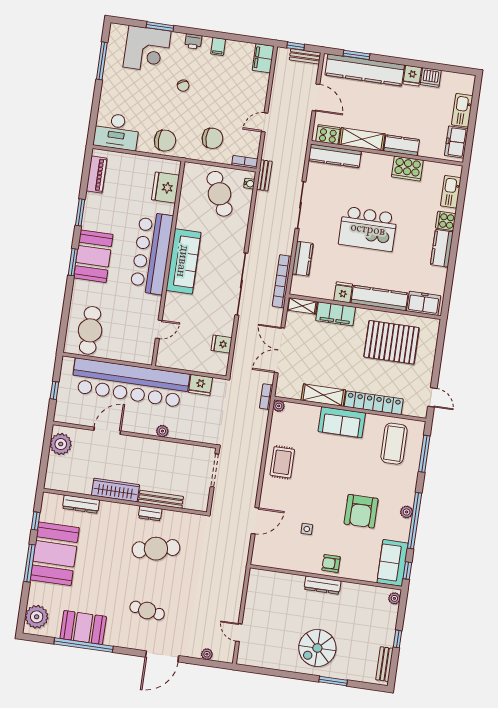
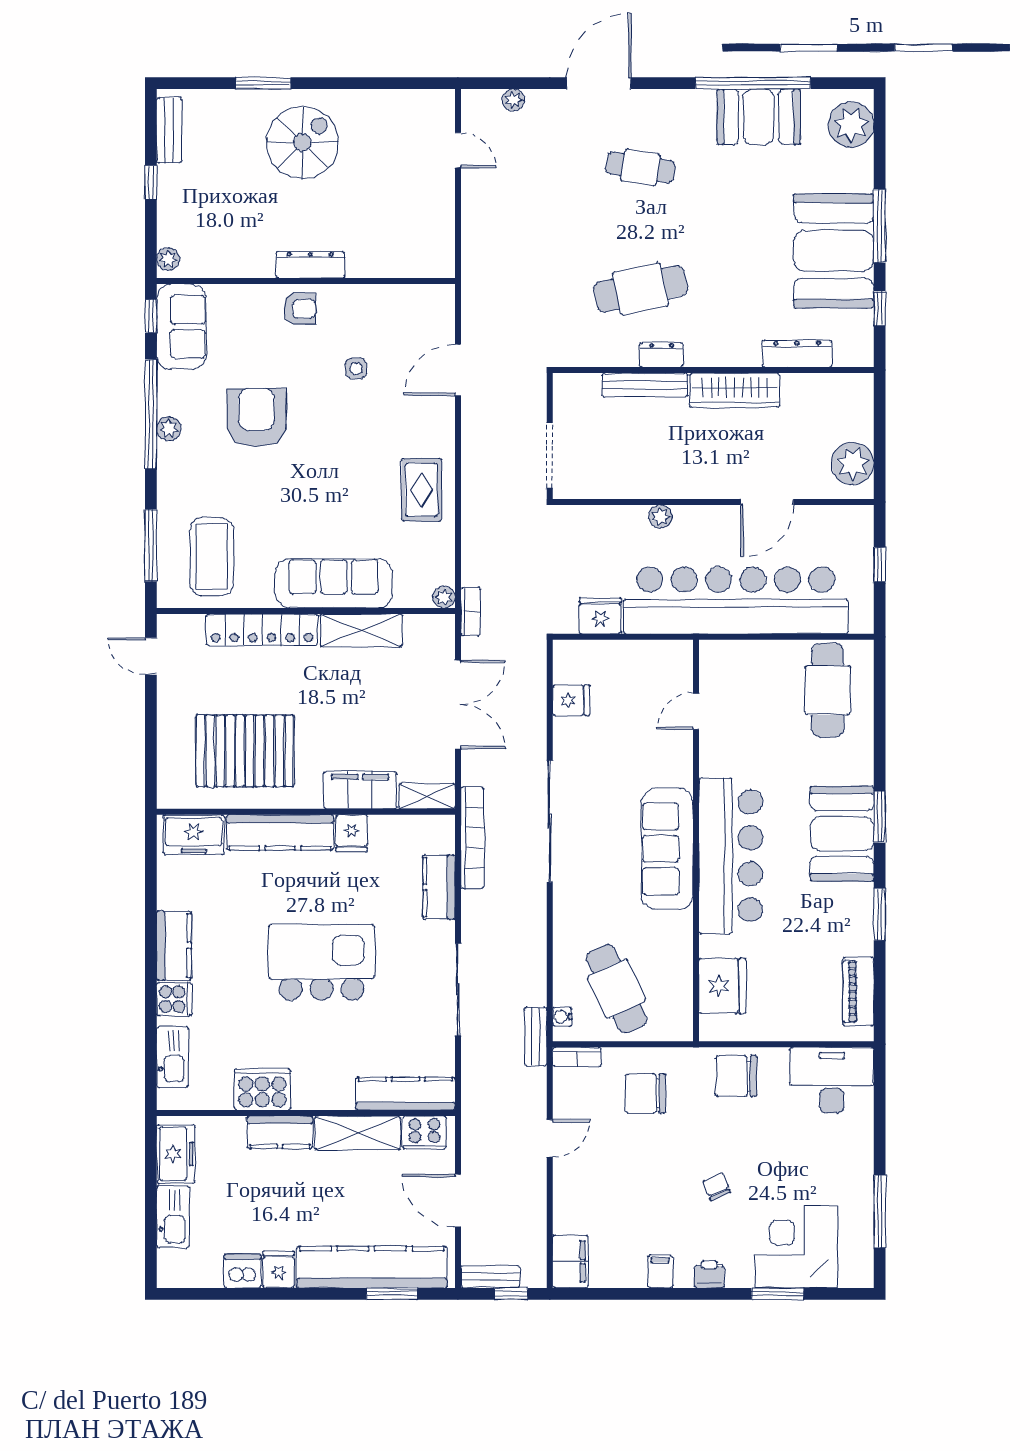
sofa: (342, 422) -> (334, 583), width x1.36

